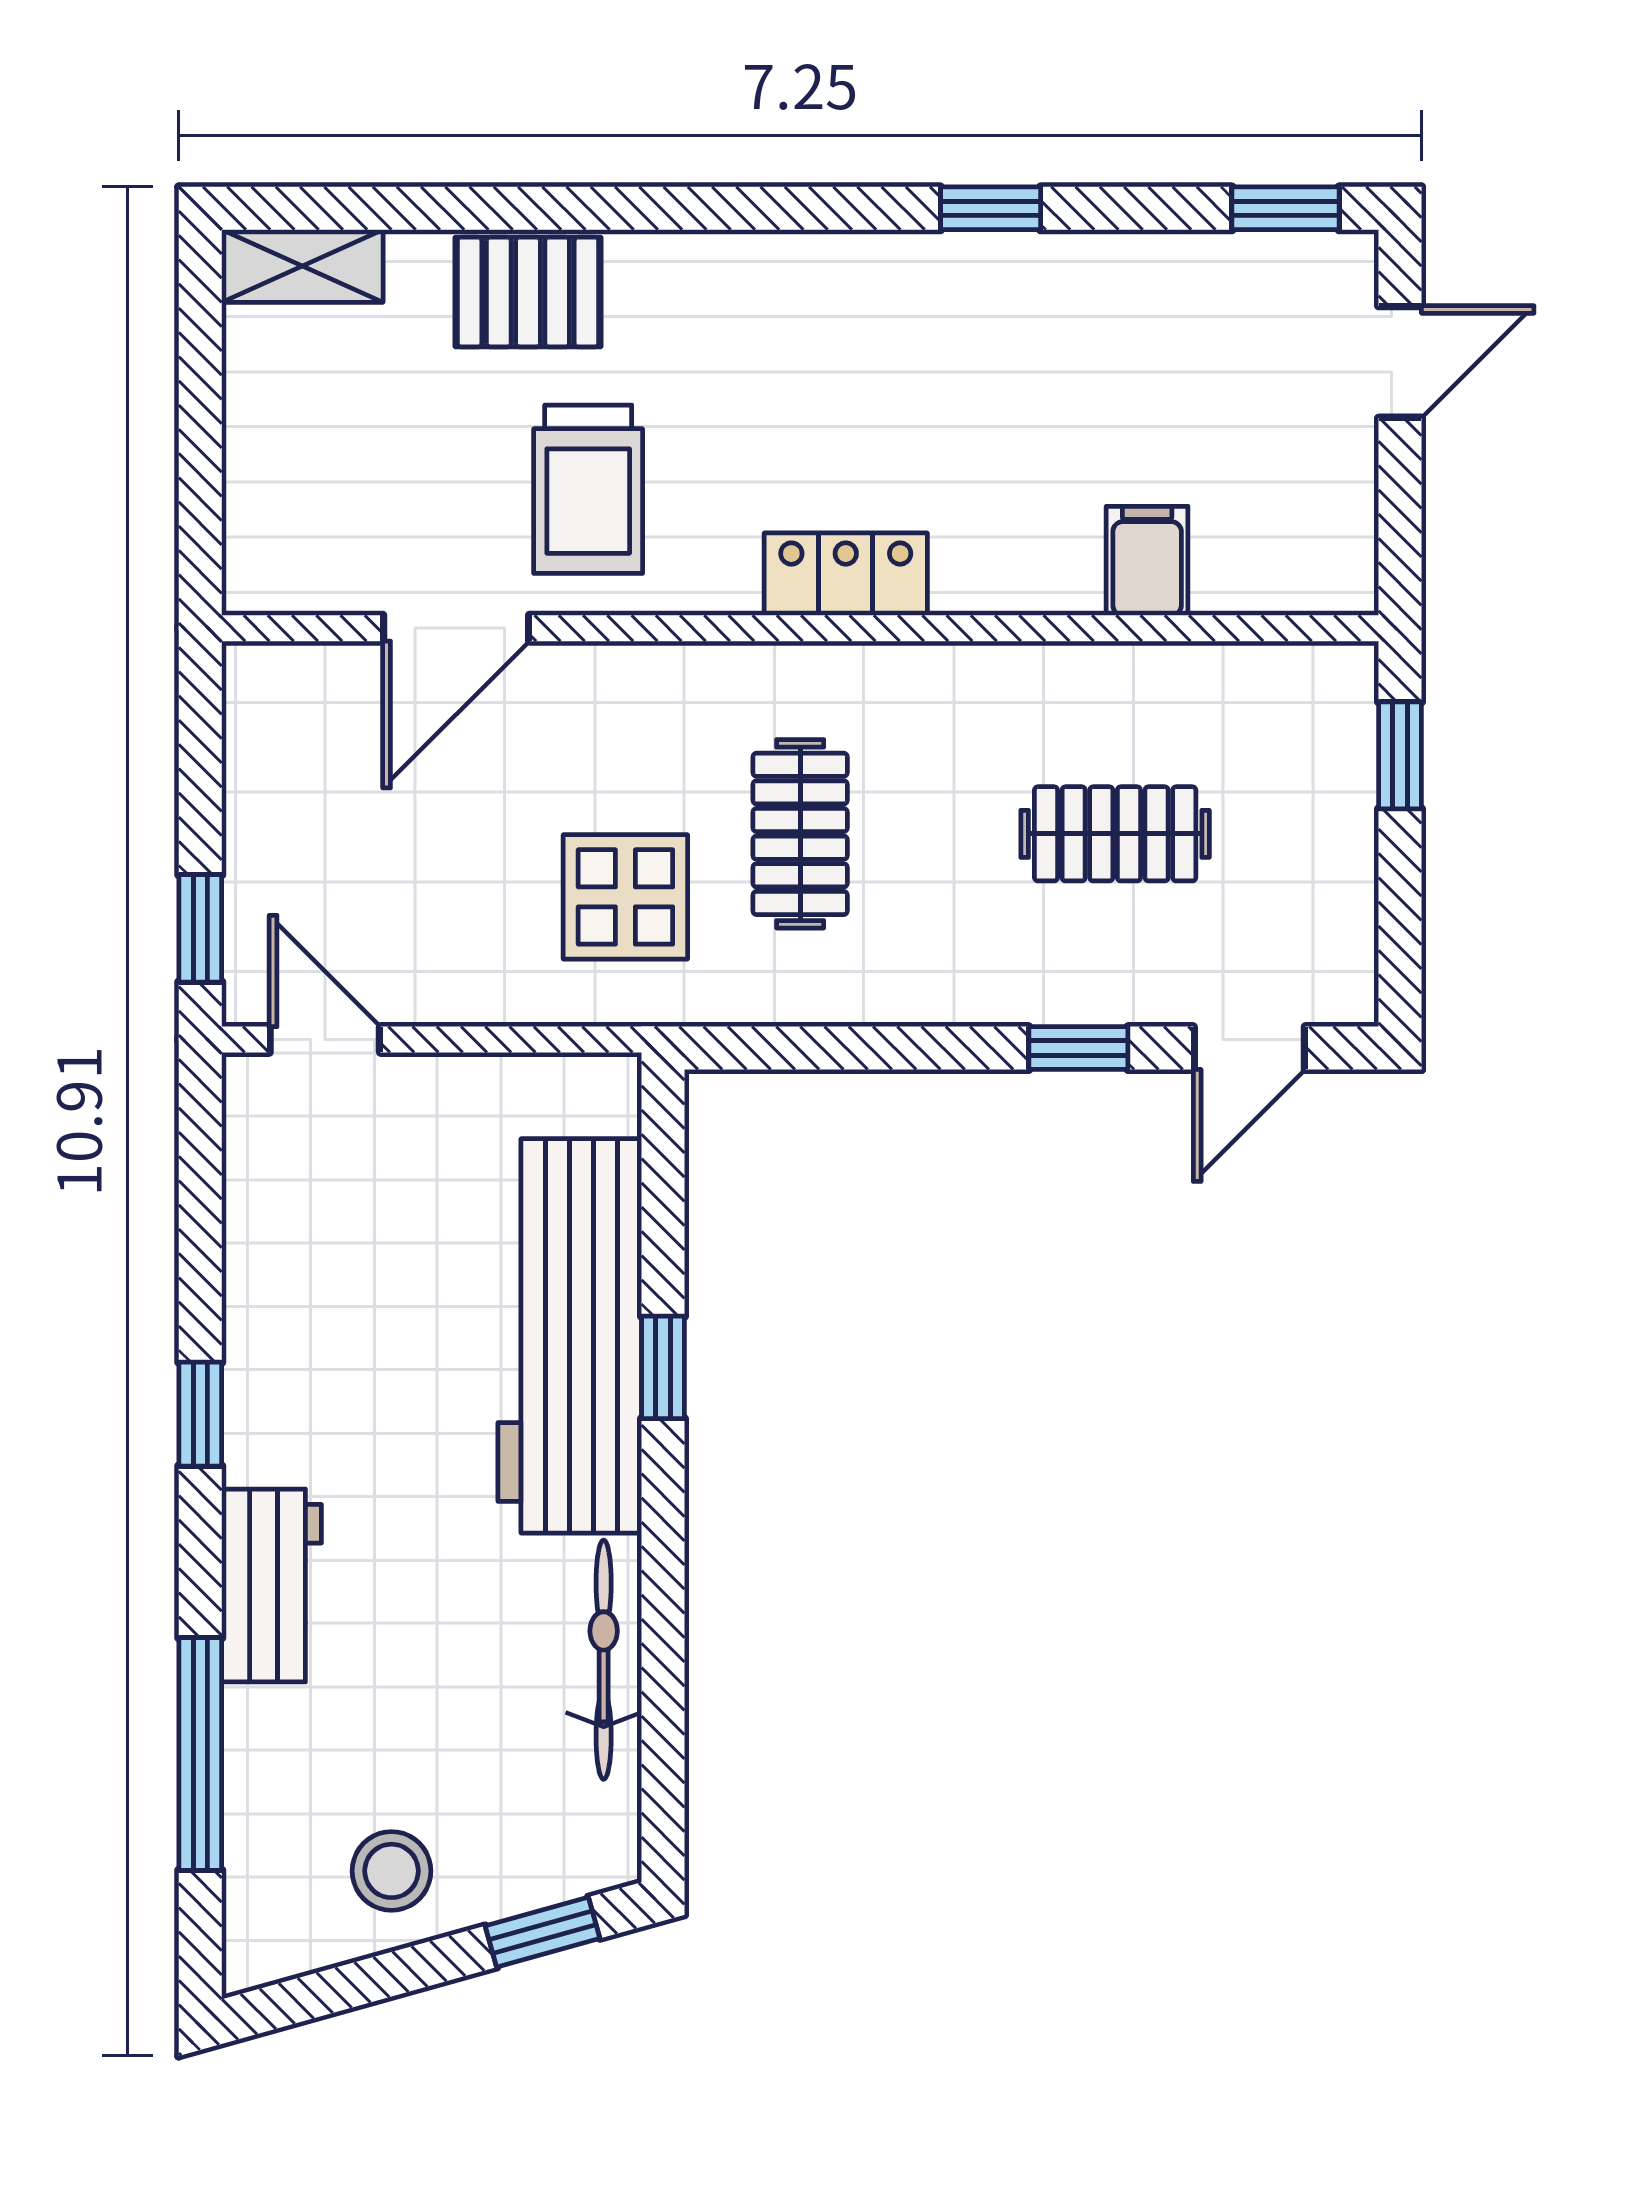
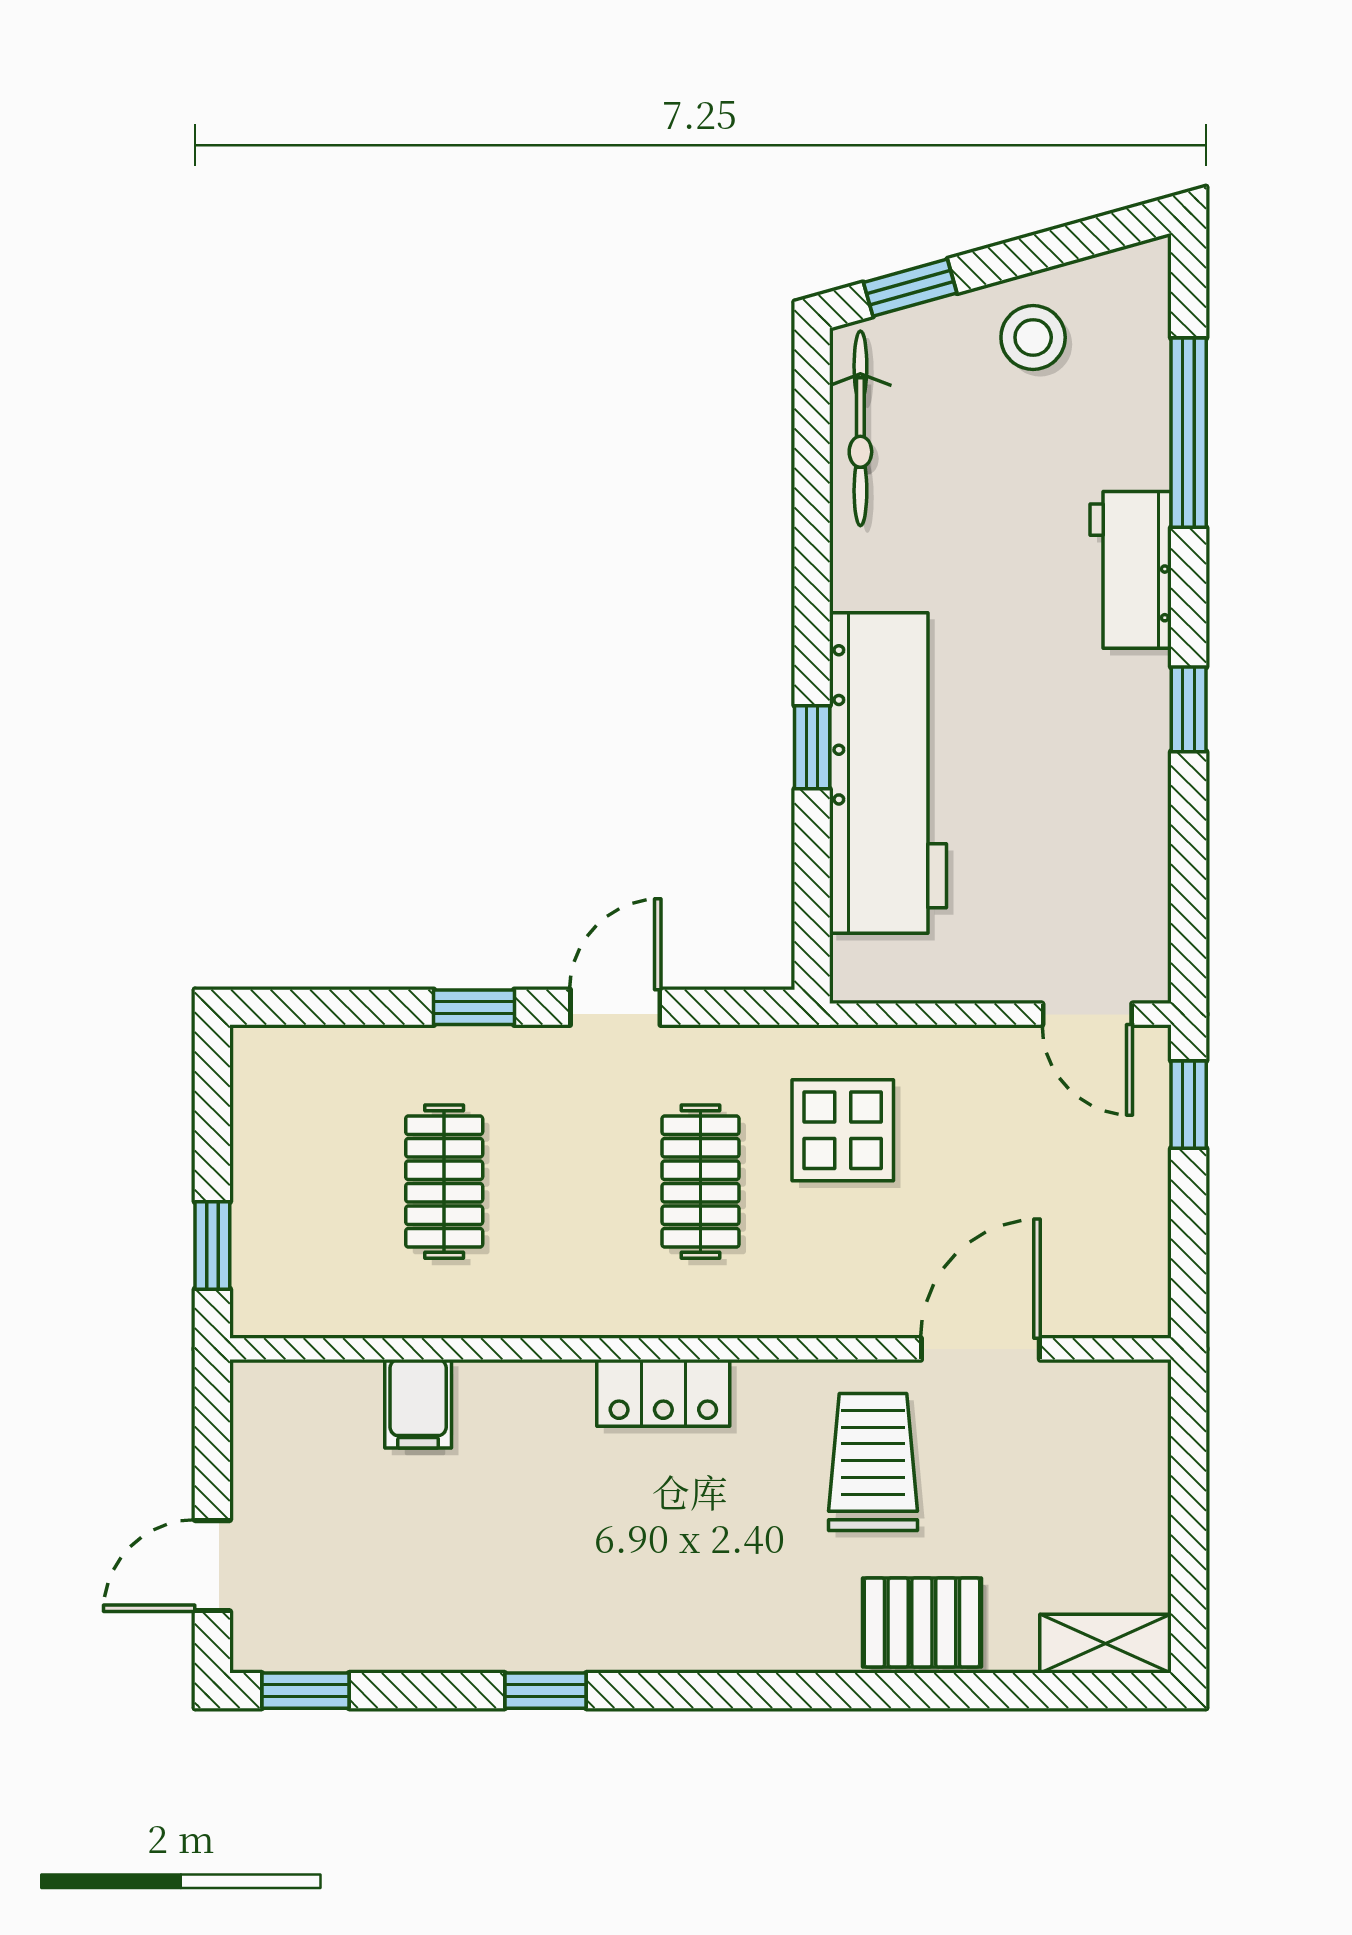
clothes rail: (1115, 834) -> (444, 1182), turned 90
door: (1249, 1048) -> (615, 1007), moved
bicycle: (604, 1660) -> (860, 428), moved

